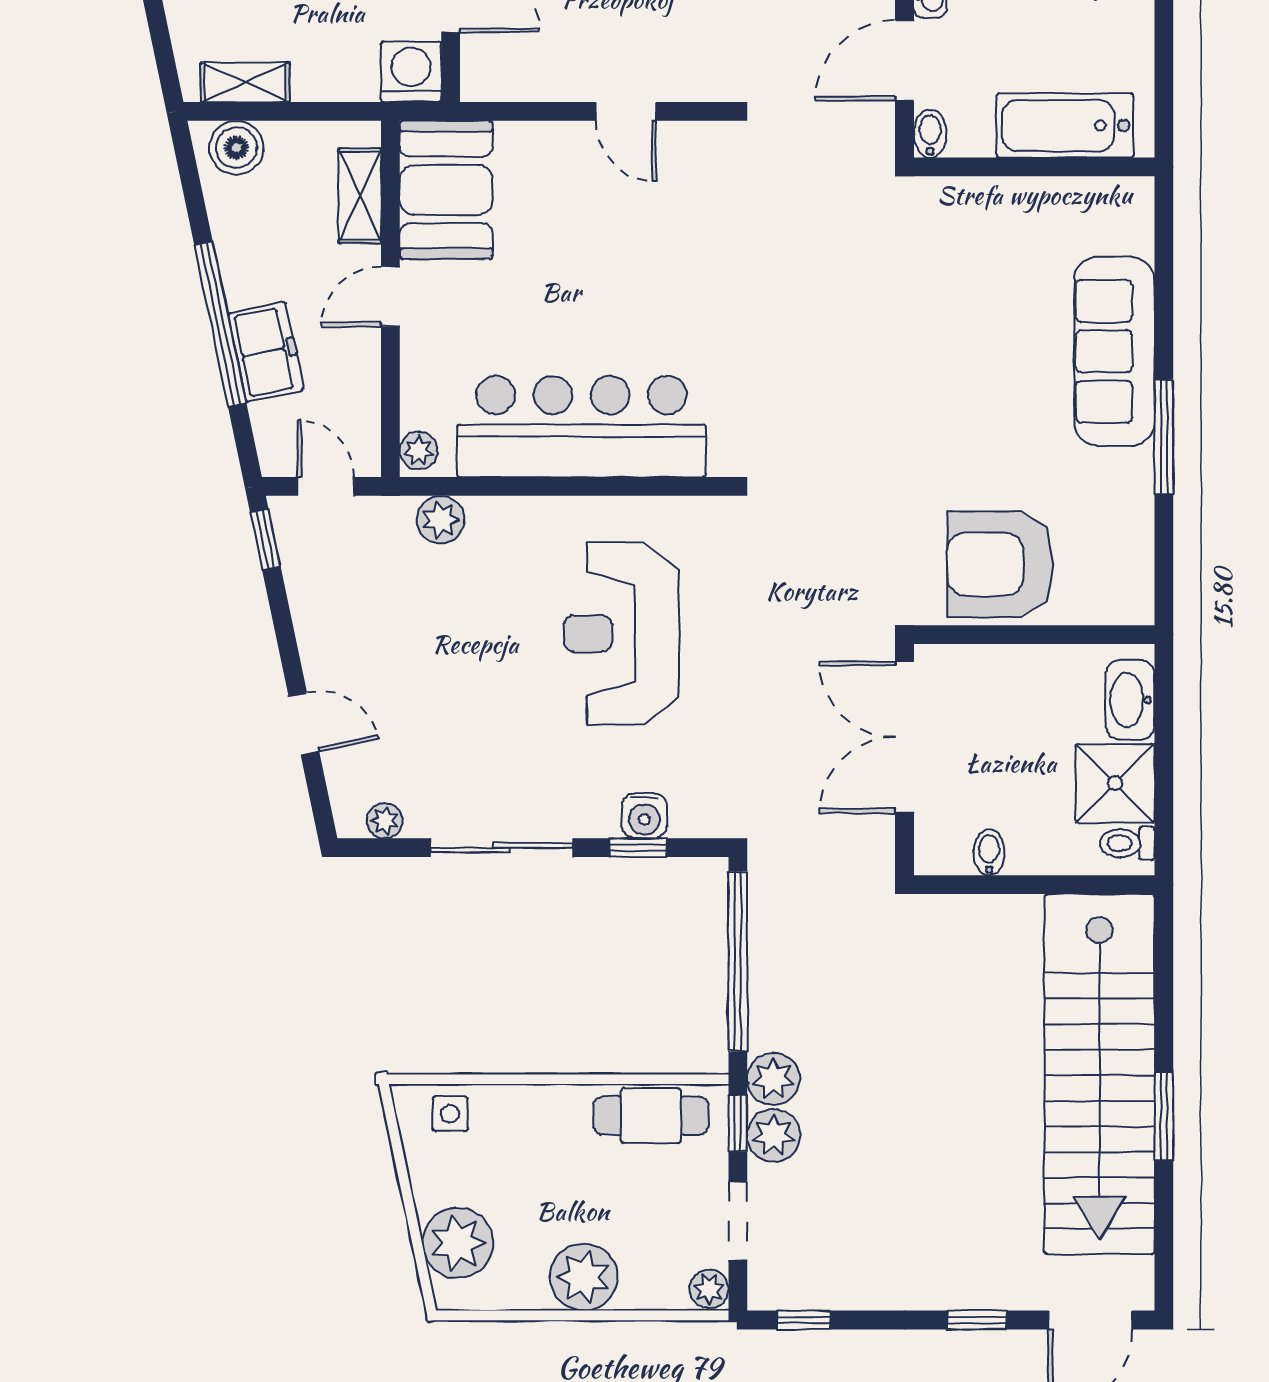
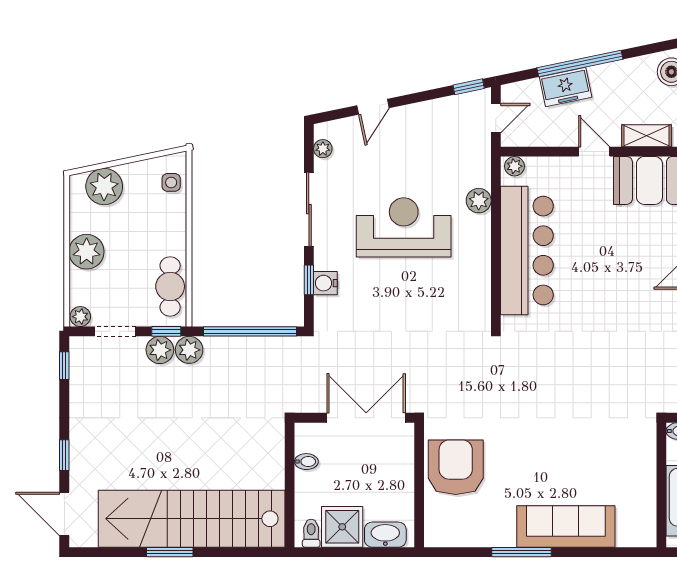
plant: (441, 520) -> (479, 201), moved
reception desk: (621, 633) -> (404, 227), moved

